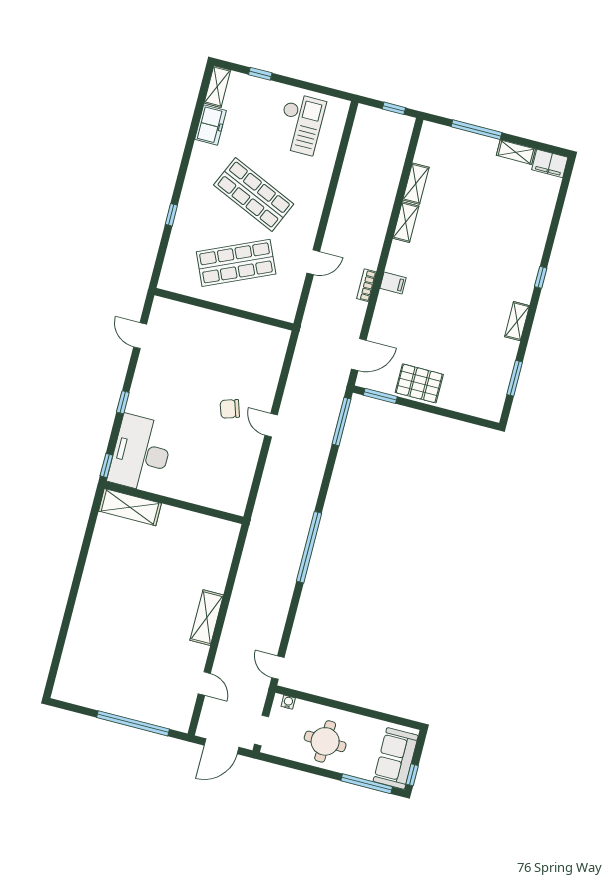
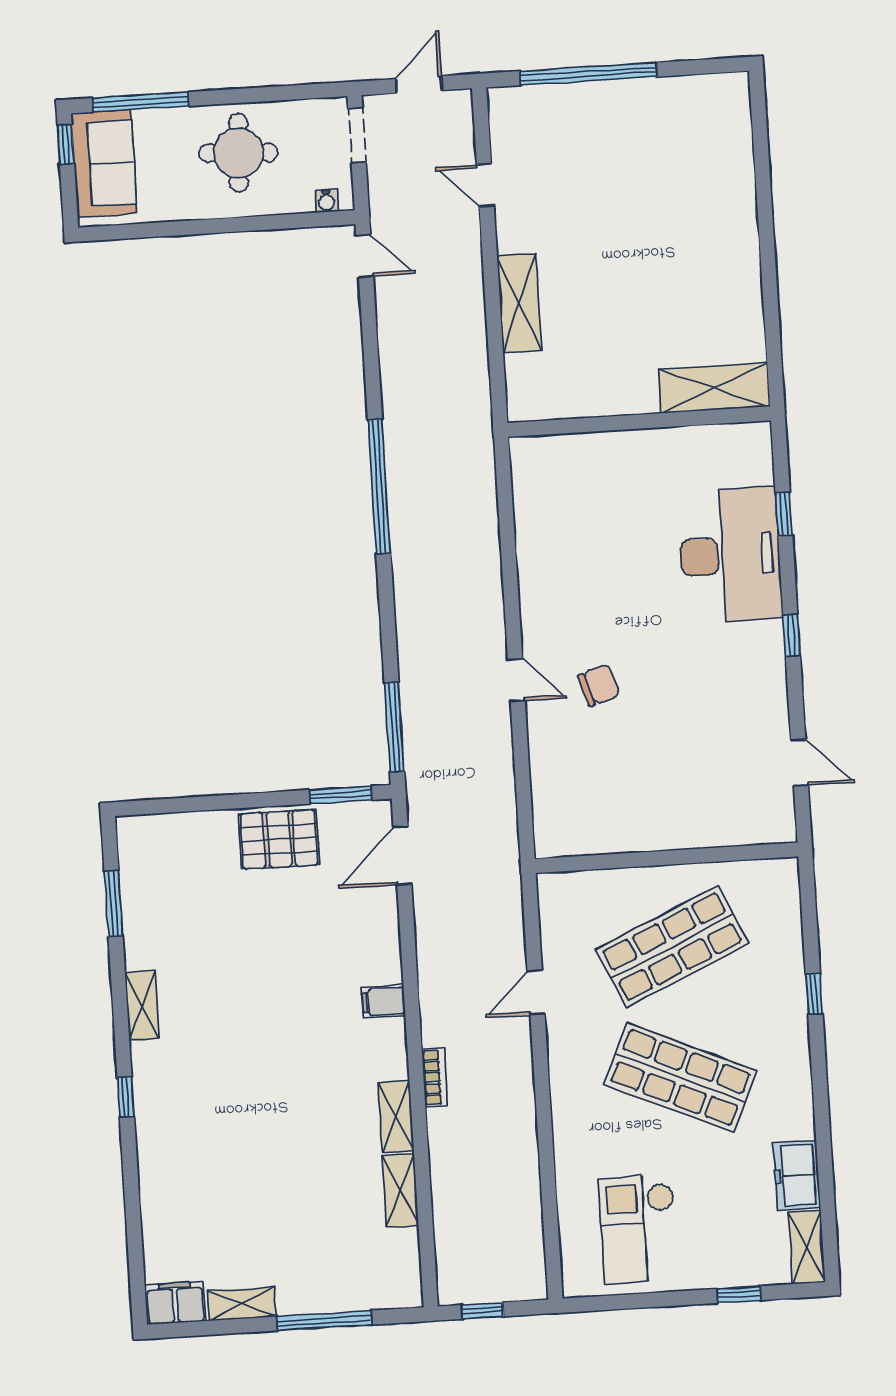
bookcase: (366, 285) -> (435, 1077), moved
wall: (174, 503) -> (639, 422), moved
shelving: (130, 507) -> (714, 388), moved
door: (221, 746) -> (419, 85), width x0.73

